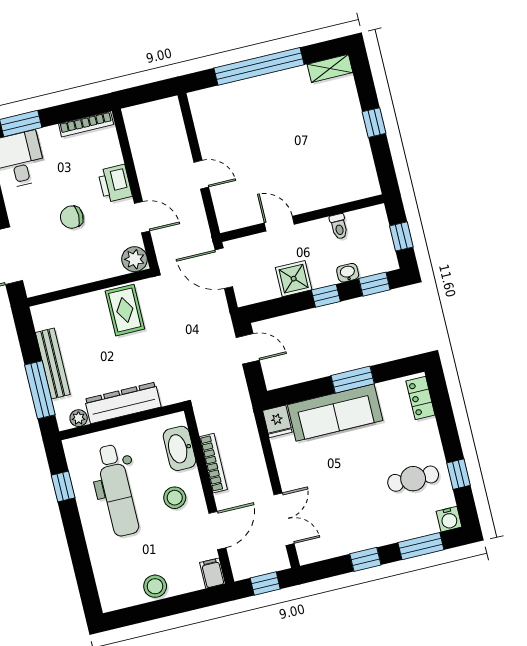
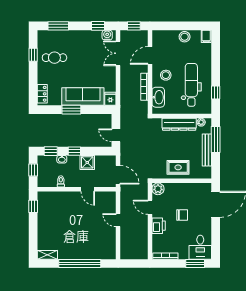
window: (374, 123) -> (33, 206), moved
rug: (125, 310) -> (178, 167), moved, turned 90
water cooler: (449, 519) -> (107, 35), moved
window: (365, 559) -> (98, 26), moved
filing cabinet: (213, 573) -> (206, 36), moved

